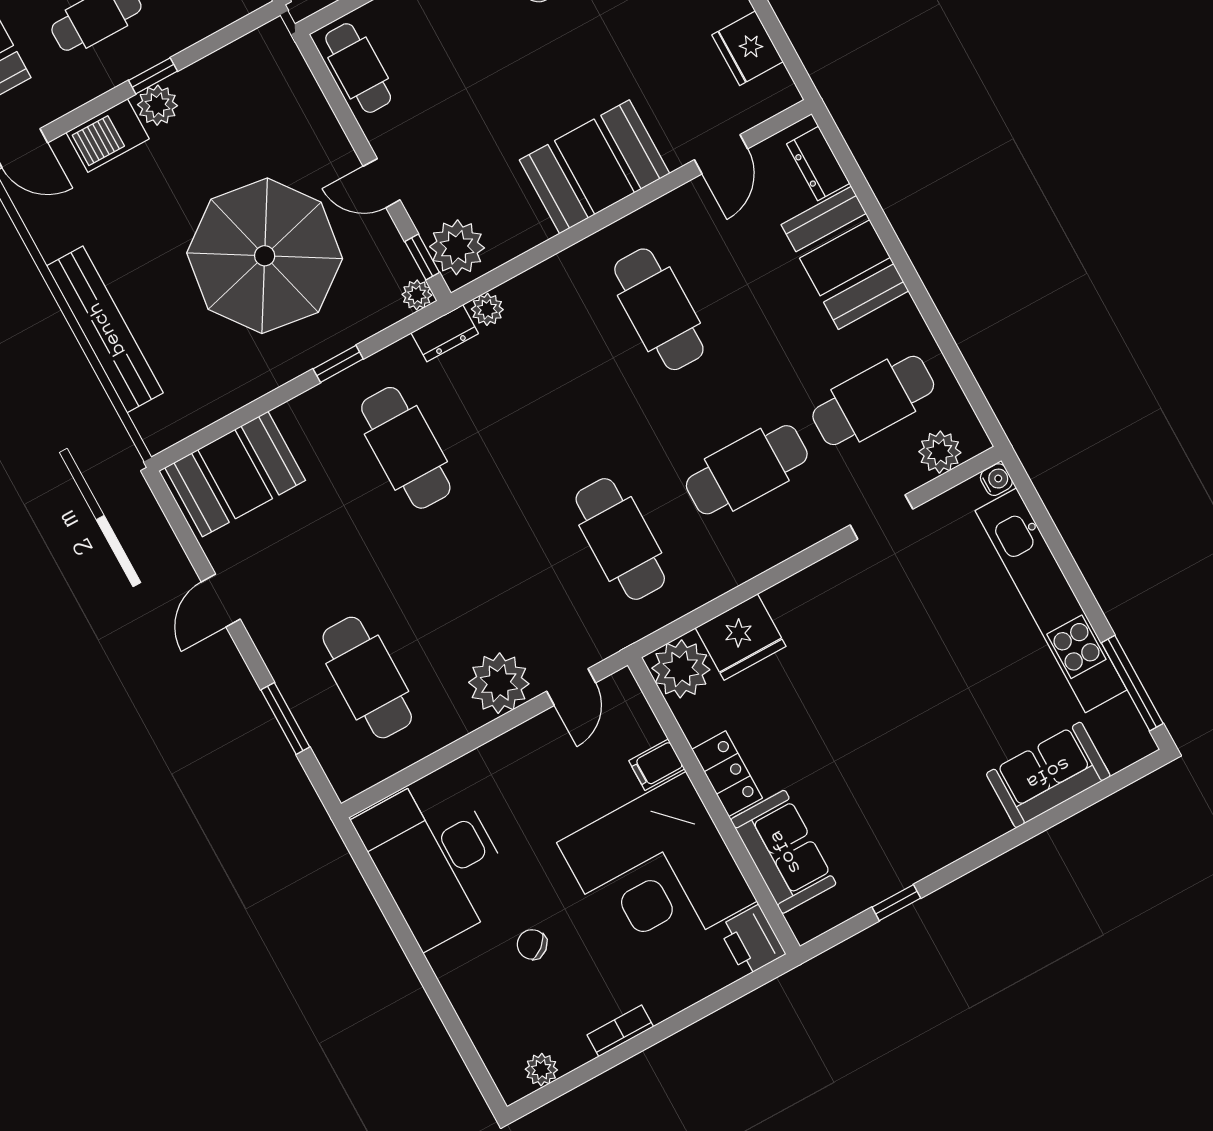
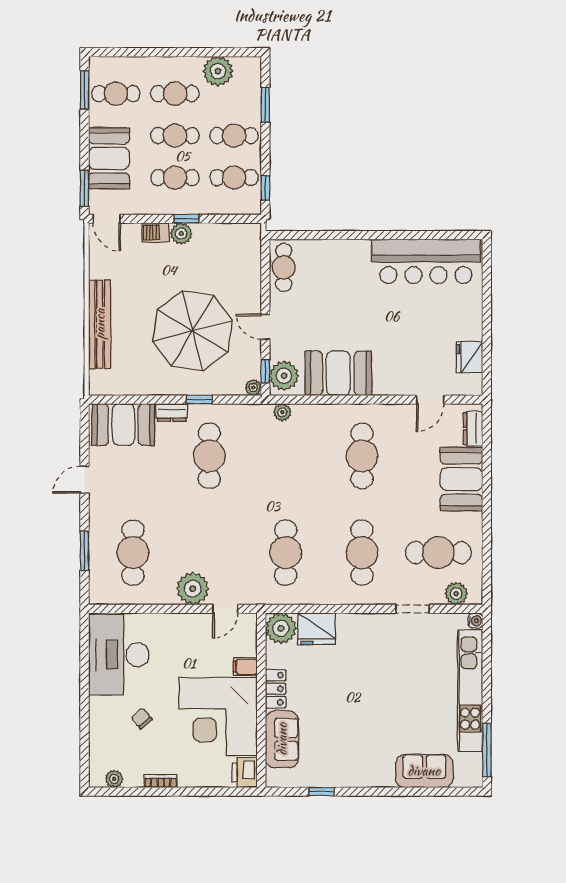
barbecue: (108, 136) -> (155, 232), width x0.73, depth x0.79
booth: (595, 167) -> (338, 373), moved
dresser: (445, 333) -> (172, 412), moved
cafe table: (747, 470) -> (362, 553), turned 90

